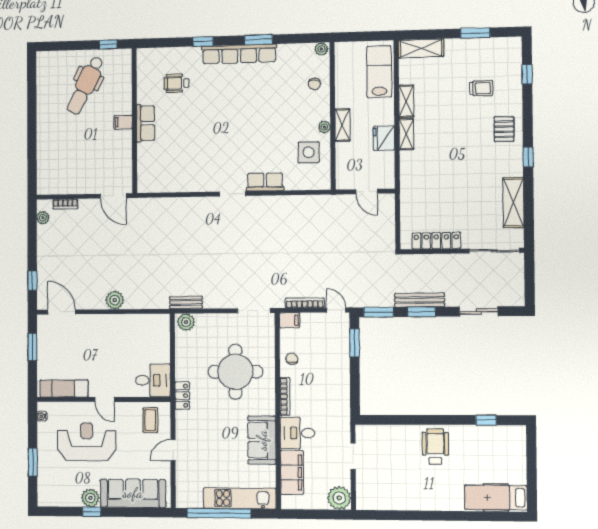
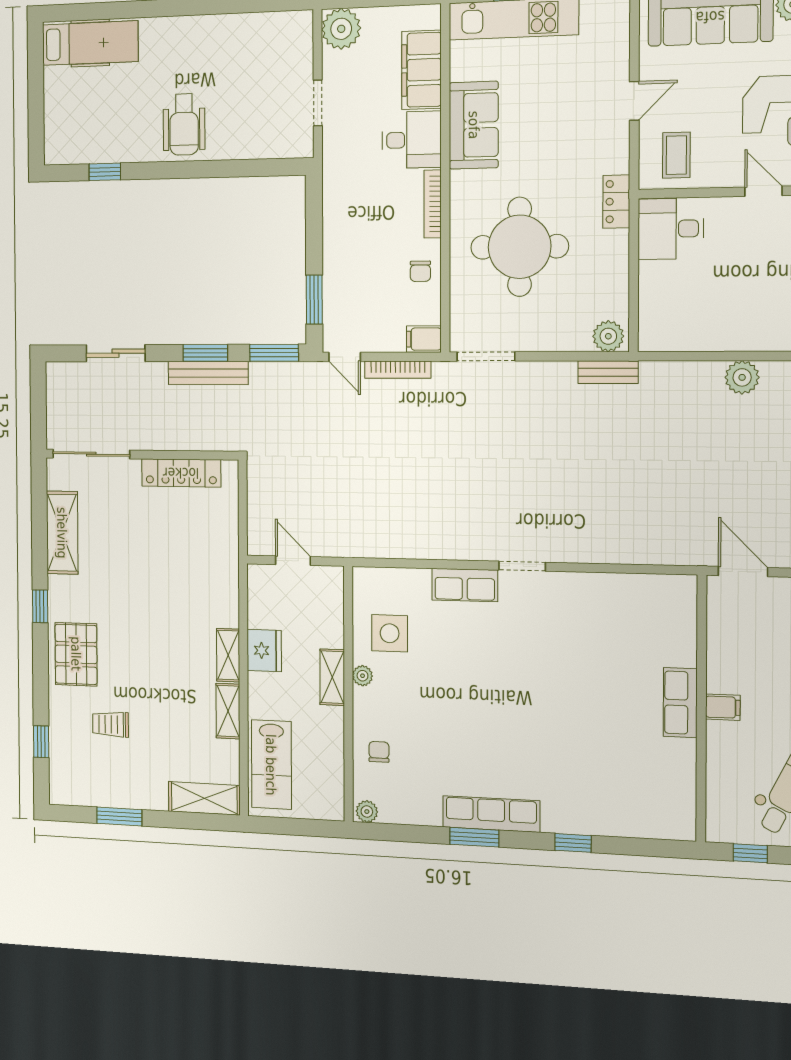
row of seats: (239, 54) -> (491, 814), width x0.73
wheelchair: (176, 83) -> (622, 772), removed
pallet: (504, 129) -> (76, 654), width x1.50, depth x1.42

